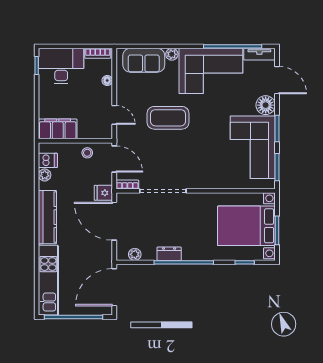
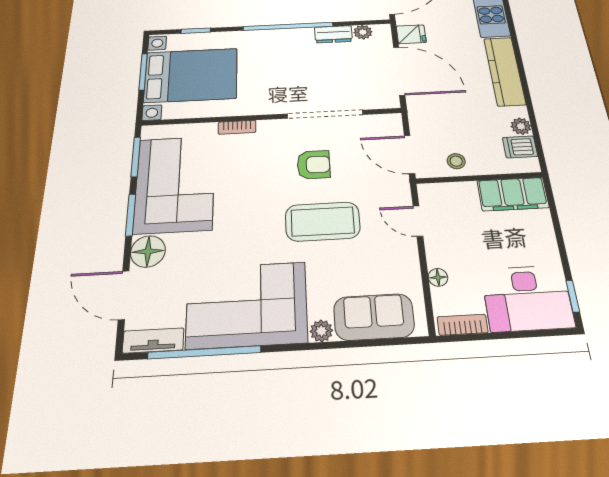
armchair: (172, 155) -> (314, 165), added
bookcase: (127, 185) -> (237, 127), moved
fridge: (103, 193) -> (411, 34), moved
dresser: (169, 254) -> (333, 34), moved

